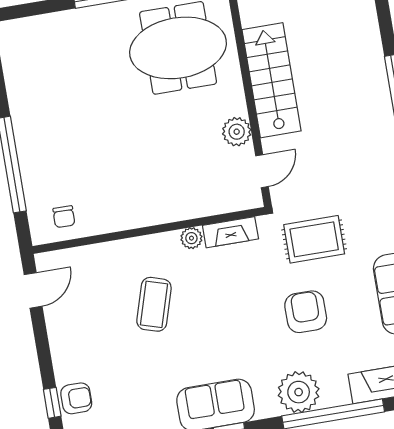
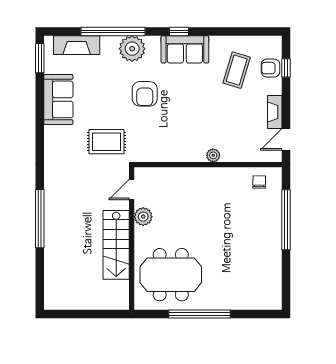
fireplace: (230, 232) -> (275, 112), moved, turned -90
plant: (191, 238) -> (213, 155), moved
coffee table: (154, 304) -> (237, 70), moved
armchair: (306, 312) -> (145, 94), moved

